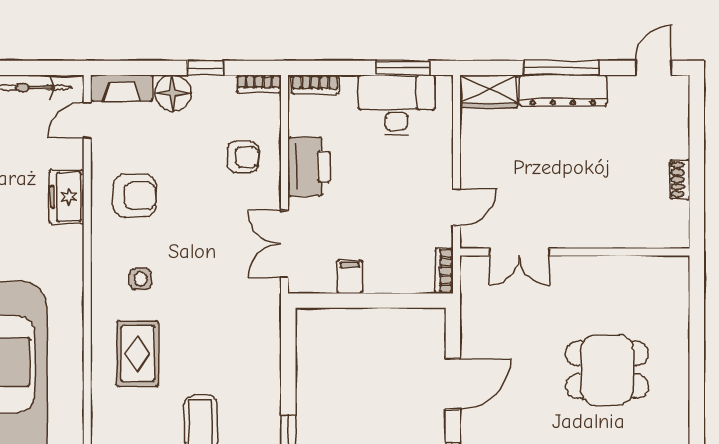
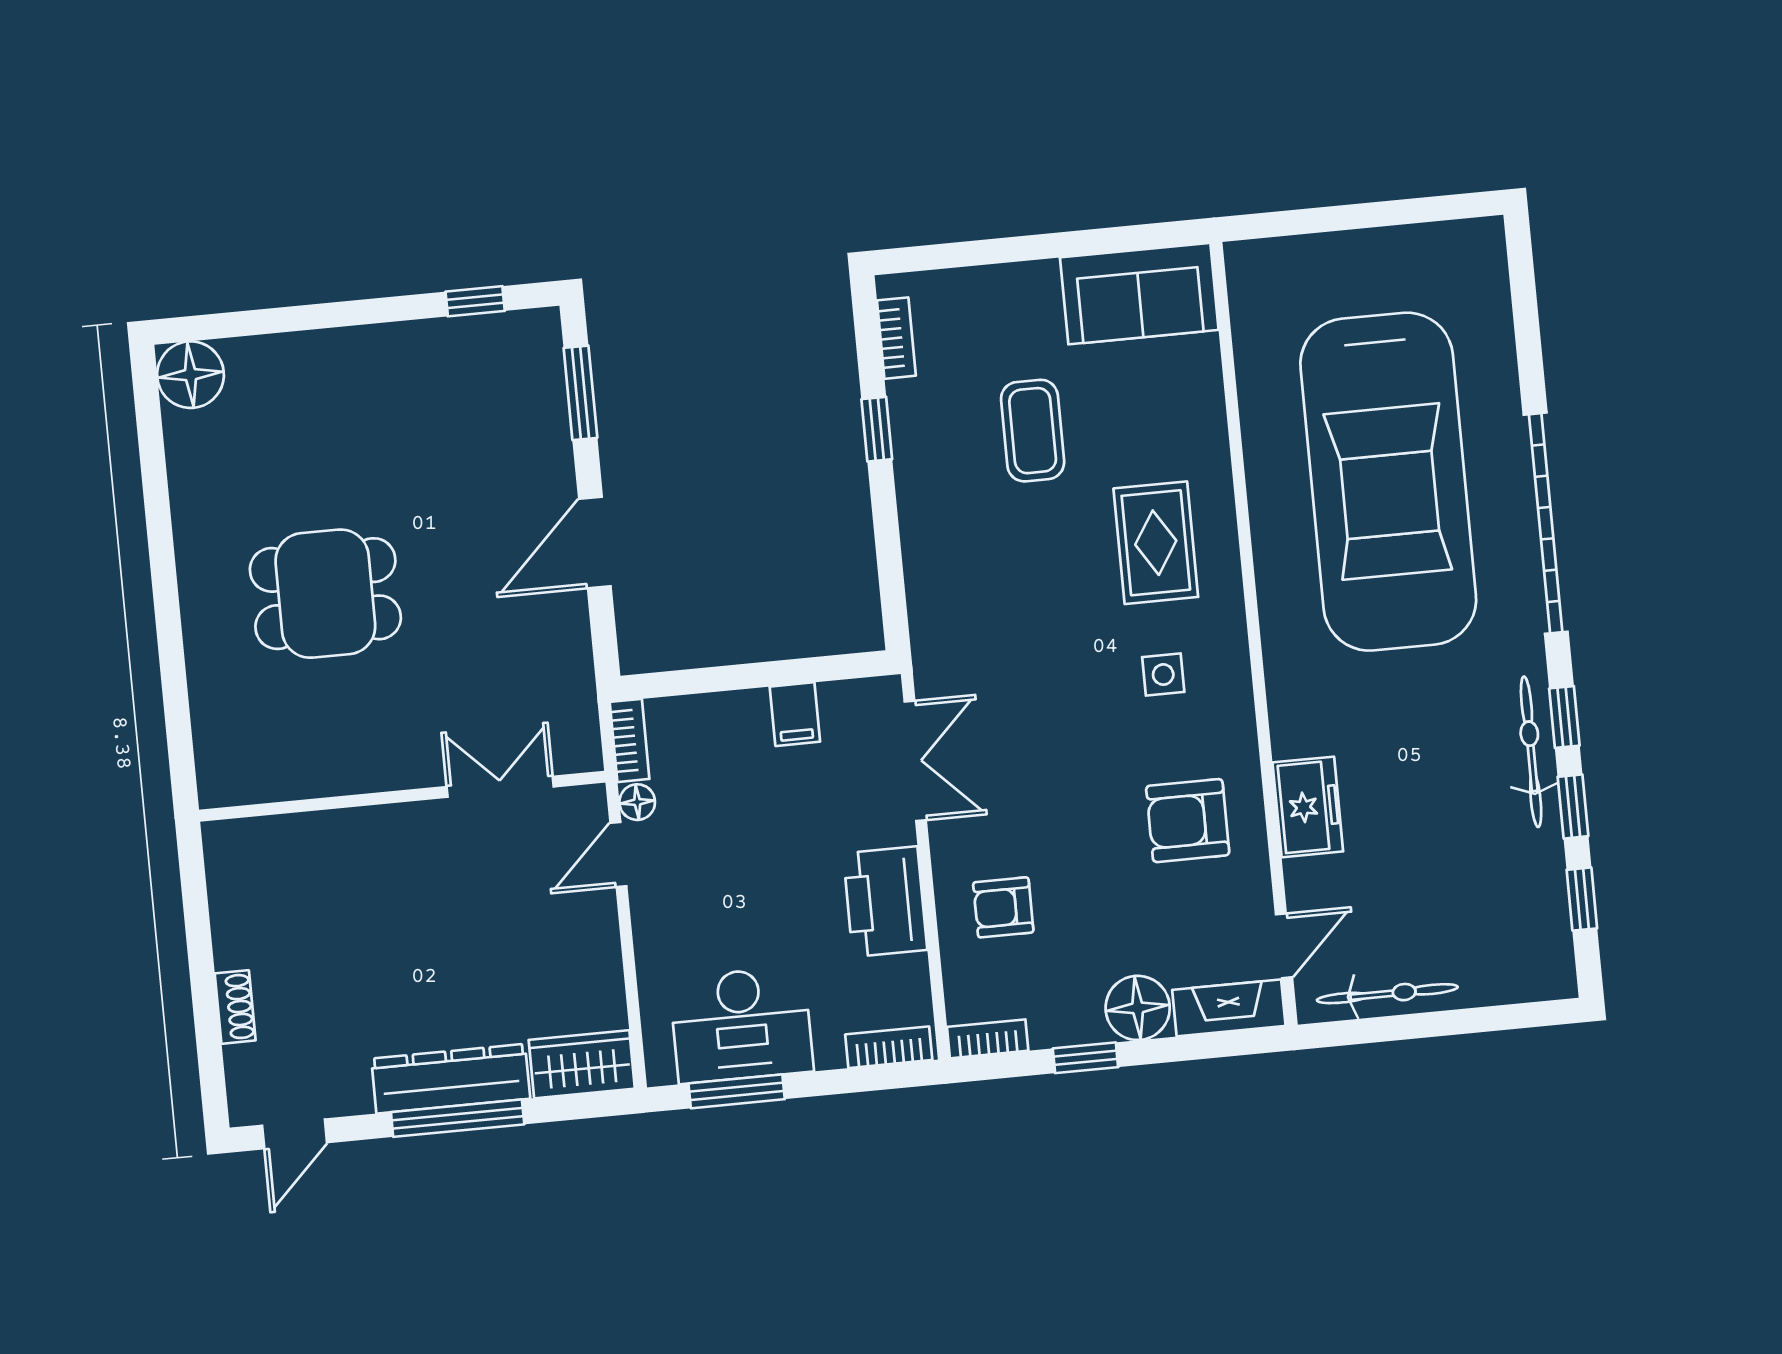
shoe rack: (680, 179) -> (235, 1007), moved
floor lamp: (443, 236) -> (637, 802), added

